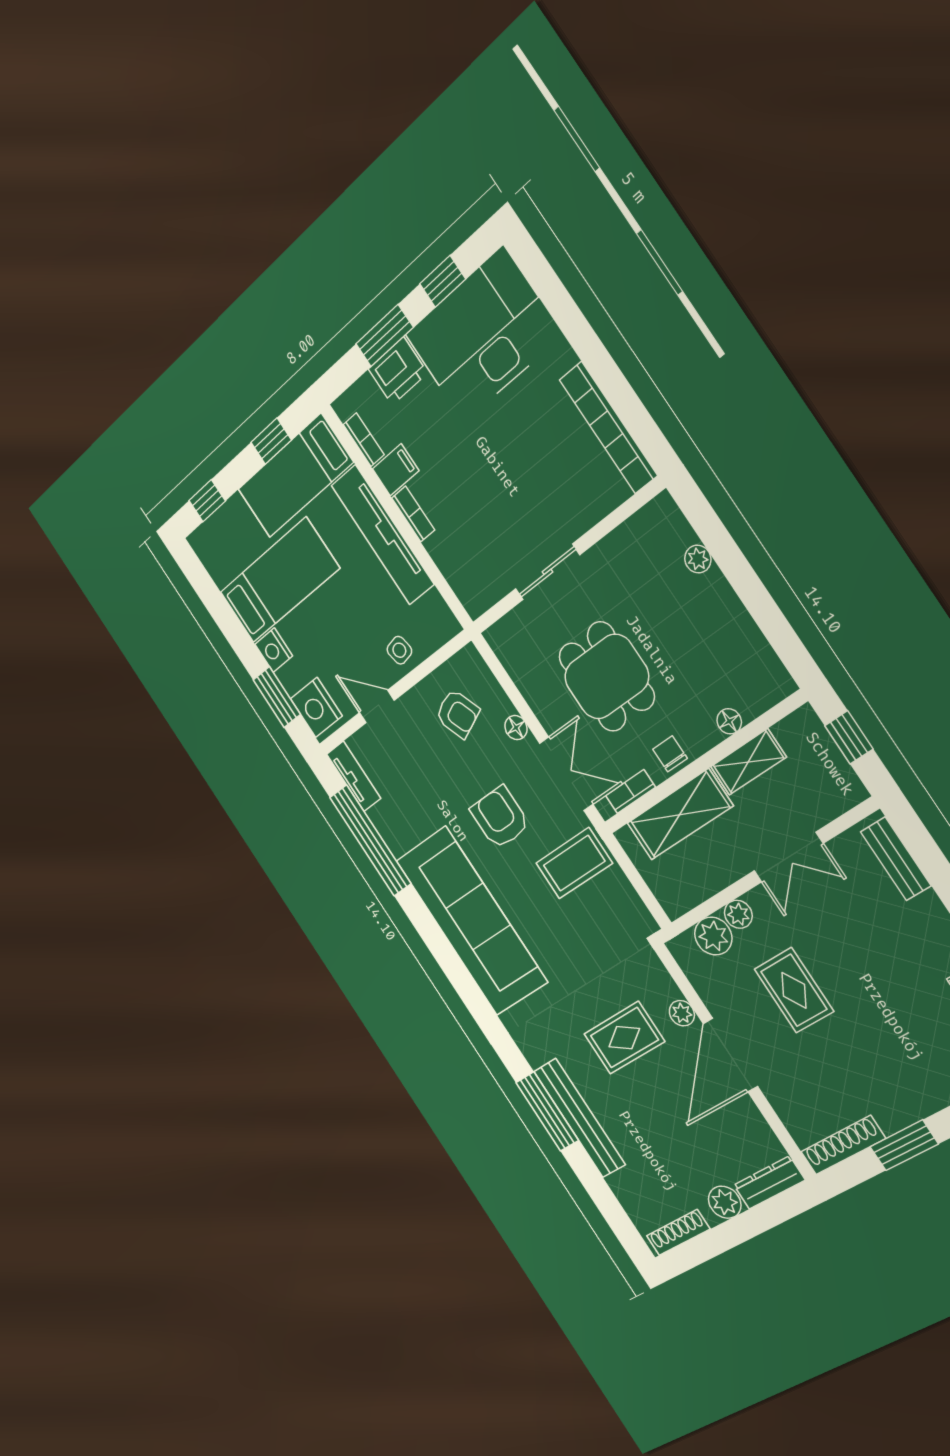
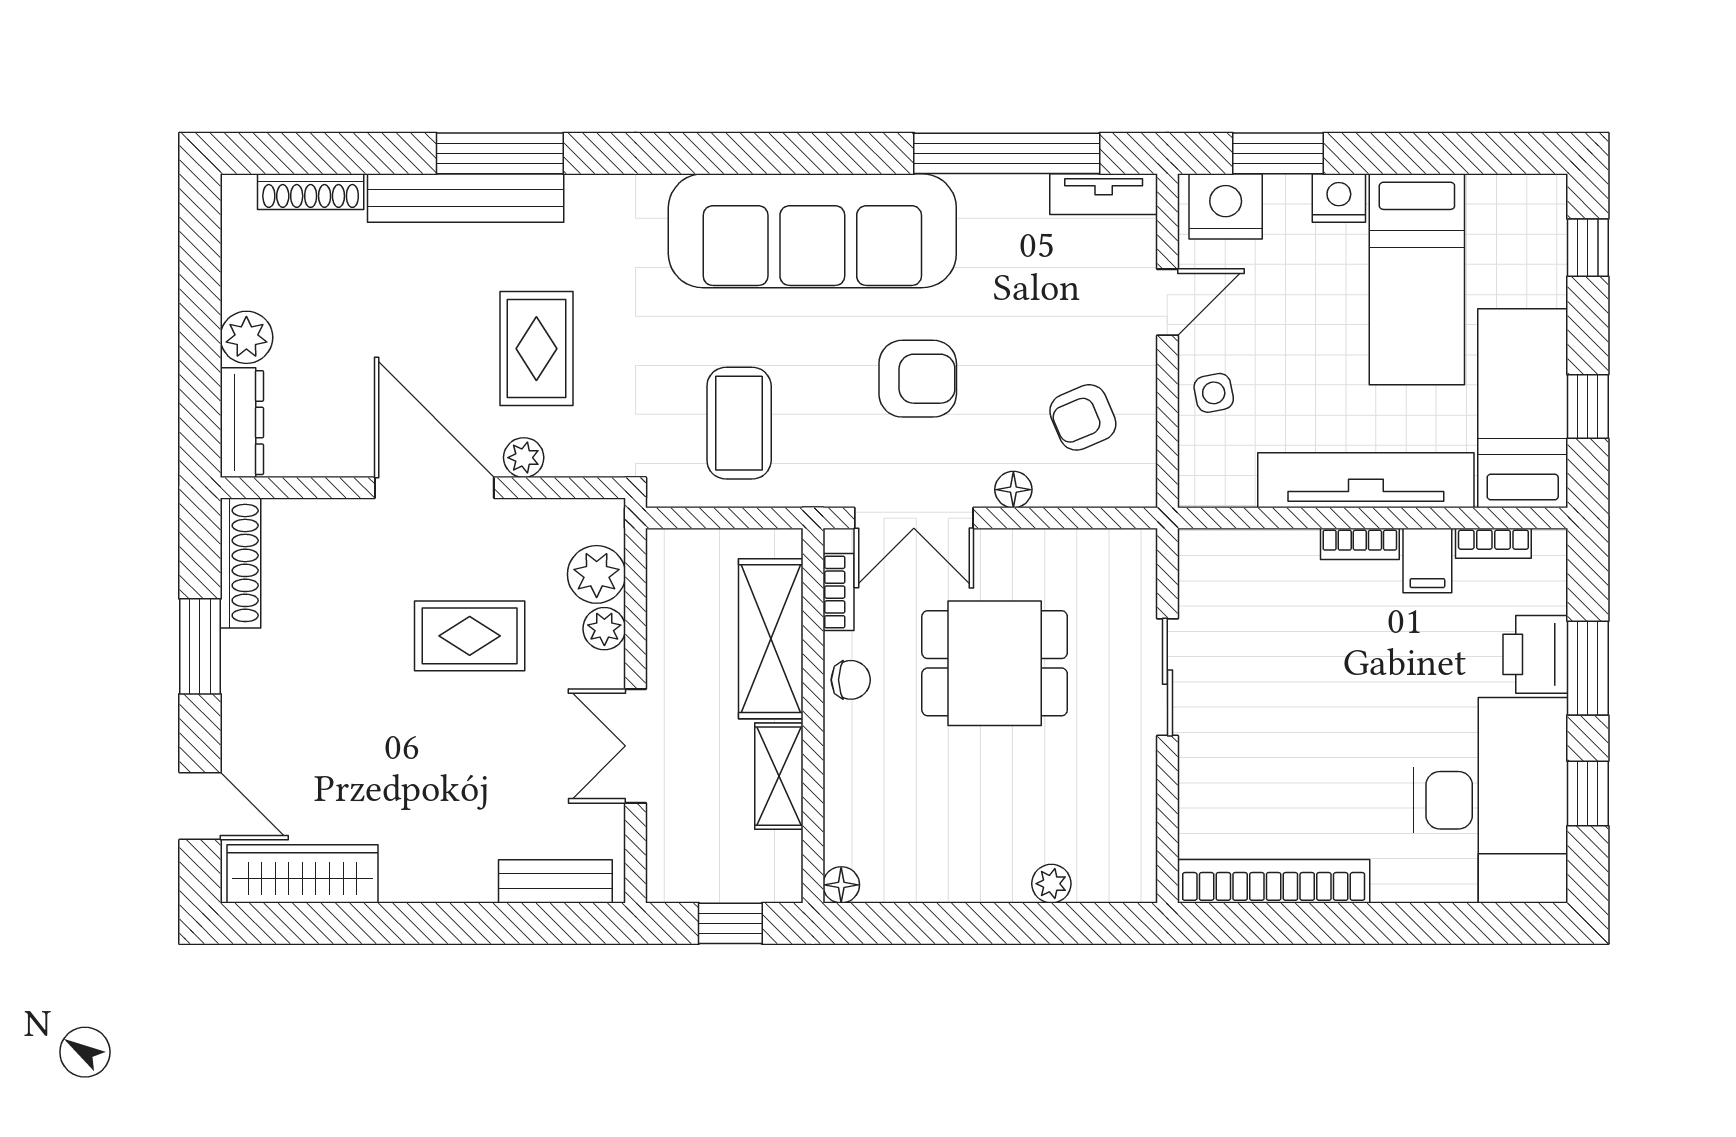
floor lamp: (729, 721) -> (841, 885), moved
coffee table: (574, 863) -> (739, 423), moved
shoe rack: (678, 1232) -> (311, 192), moved, turned 90

